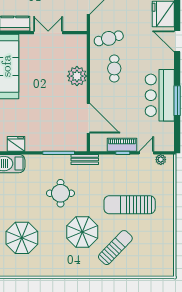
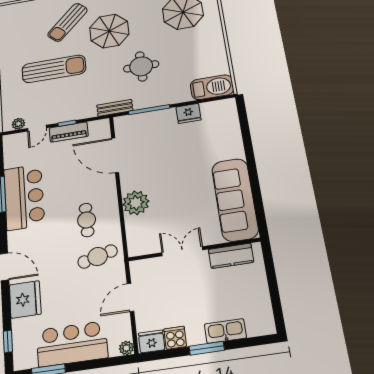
double door: (48, 33) -> (182, 251), swing flipped
fridge: (16, 144) -> (188, 113), moved

